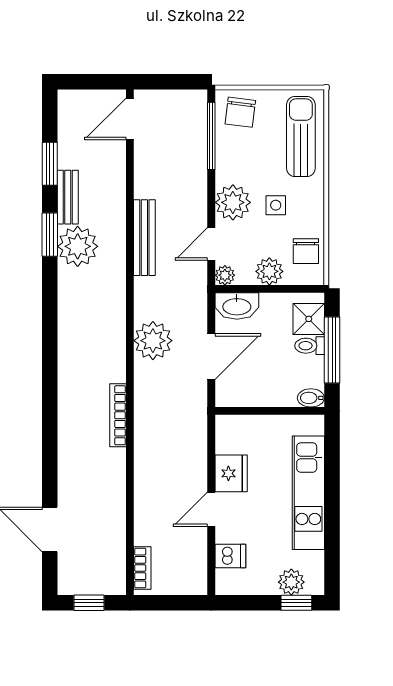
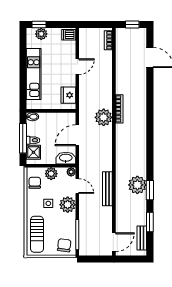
bench: (68, 197) -> (142, 238), moved
door: (211, 244) -> (77, 186), hinge flipped
plant: (153, 341) -> (104, 117), moved
fridge: (231, 473) -> (68, 95), moved
dishwasher: (230, 556) -> (69, 35), moved

